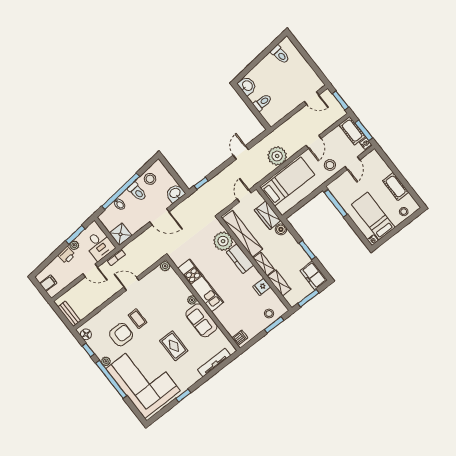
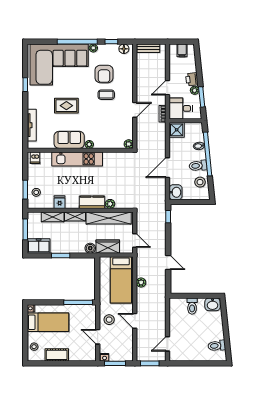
cot: (352, 131) -> (121, 355), removed
plant: (277, 156) -> (141, 283), width x0.53, depth x0.53
plant: (223, 241) -> (110, 204), width x0.53, depth x0.53
kitchen unit: (201, 285) -> (77, 159), moved

